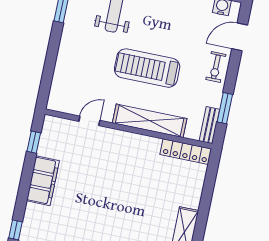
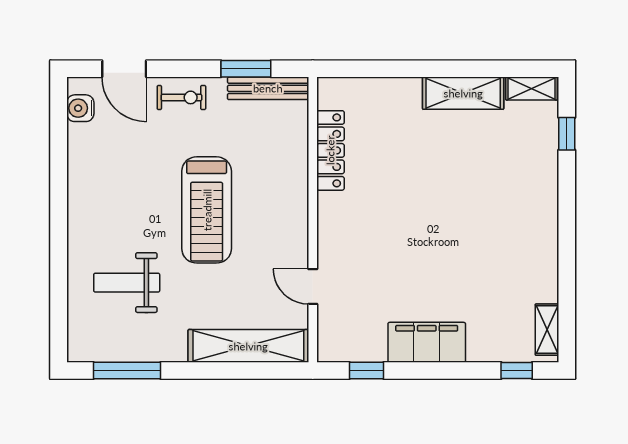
shelving: (150, 121) -> (248, 346), moved, turned 90
bench: (209, 125) -> (268, 88), width x1.36
locker: (186, 152) -> (330, 150), moved

